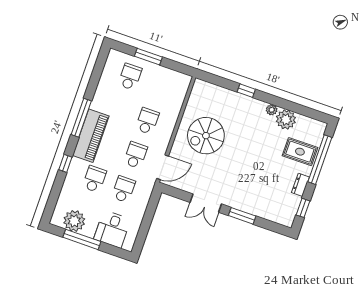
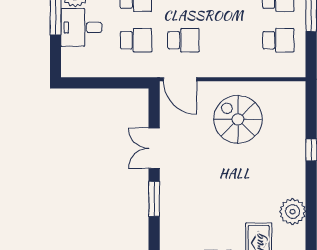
plant: (272, 110) -> (298, 190), removed
school desk: (147, 121) -> (278, 40), moved
desk: (112, 229) -> (81, 27), moved

